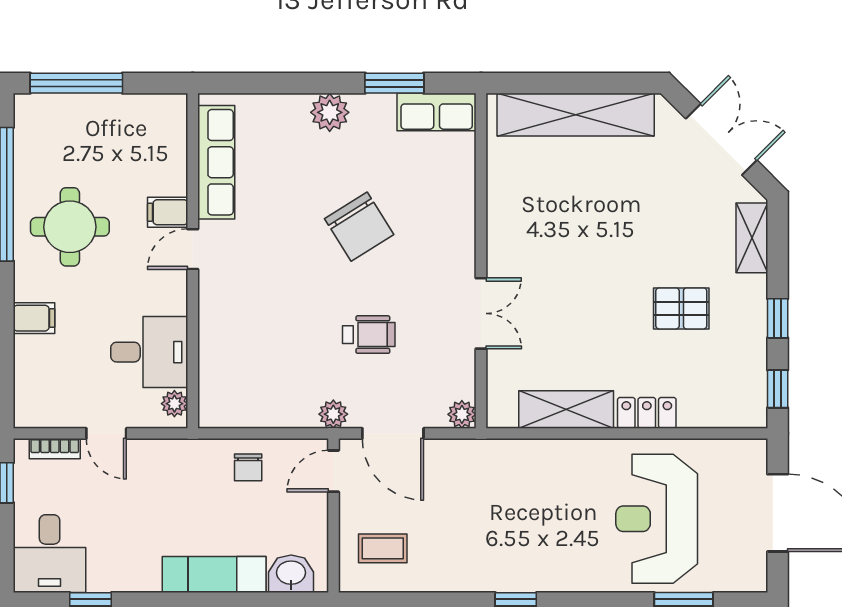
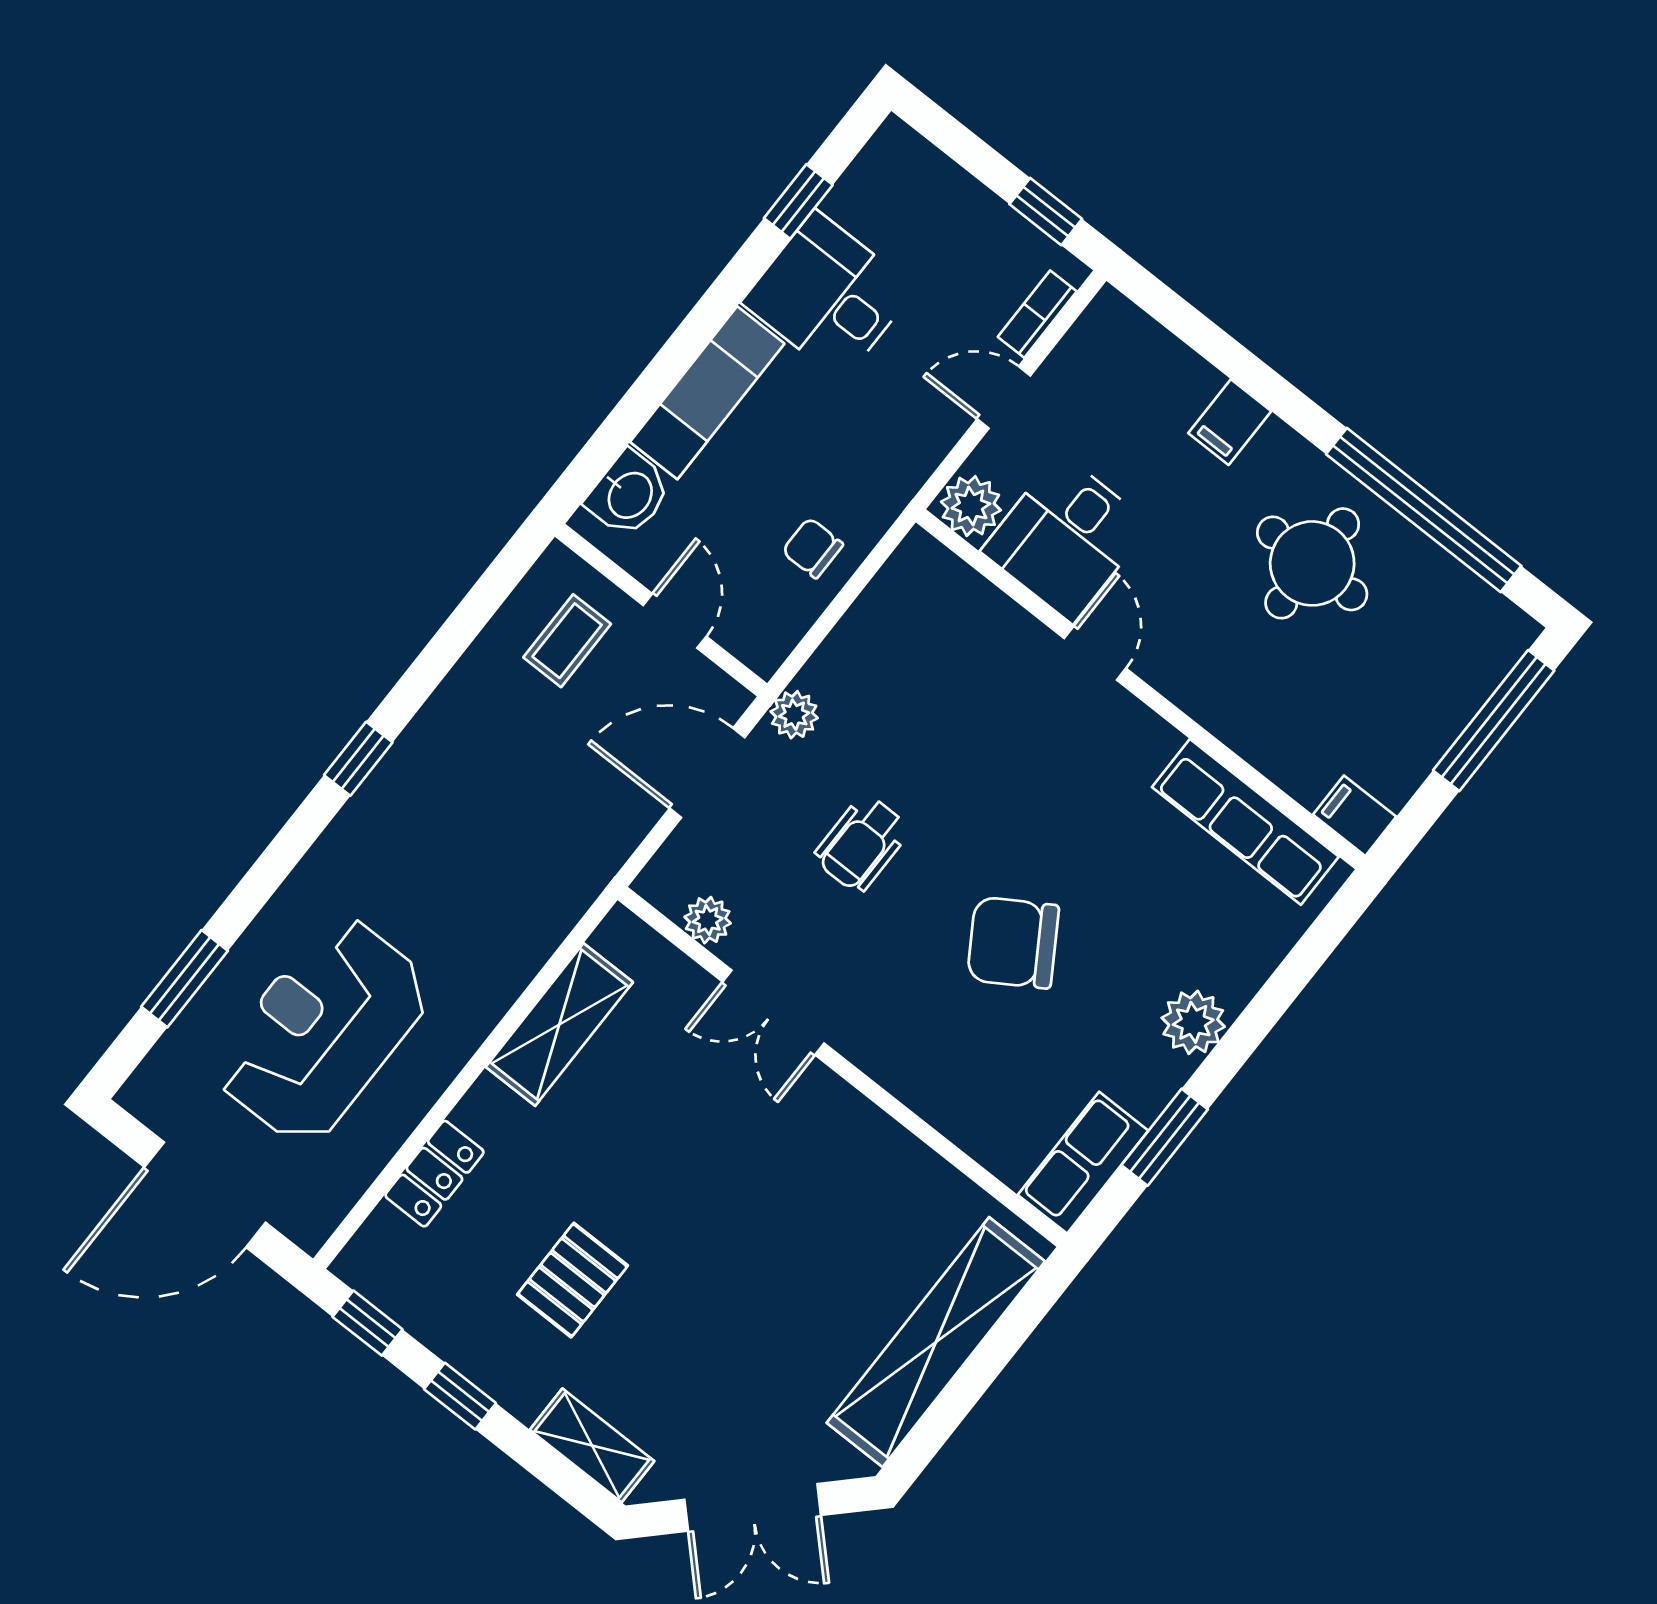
filing cabinet: (168, 212) -> (1355, 816), moved, turned -90
door: (193, 249) -> (1095, 653), moved
plant: (174, 404) -> (971, 506), width x1.38, depth x1.38
locker: (647, 413) -> (434, 1174), moved
plant: (462, 414) -> (708, 920), moved
door: (334, 471) -> (675, 621), moved
reception desk: (657, 519) -> (323, 1030), turned -90
desk: (50, 554) -> (828, 296), moved

